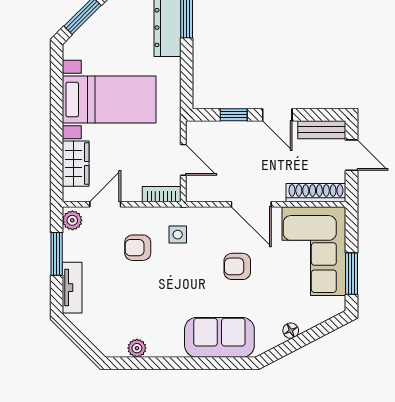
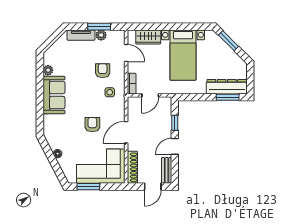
plant: (72, 220) -> (101, 35), moved
sofa: (219, 337) -> (54, 95), moved

